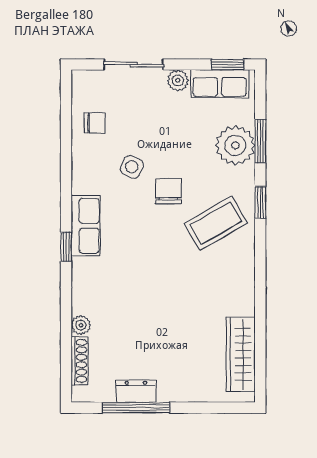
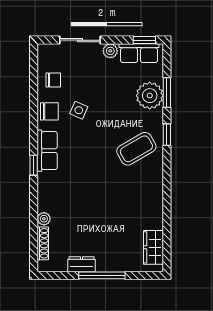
chair: (168, 191) -> (49, 111), moved, turned 90
wardrobe: (241, 354) -> (153, 247), width x0.67
window: (136, 408) -> (102, 275), moved

